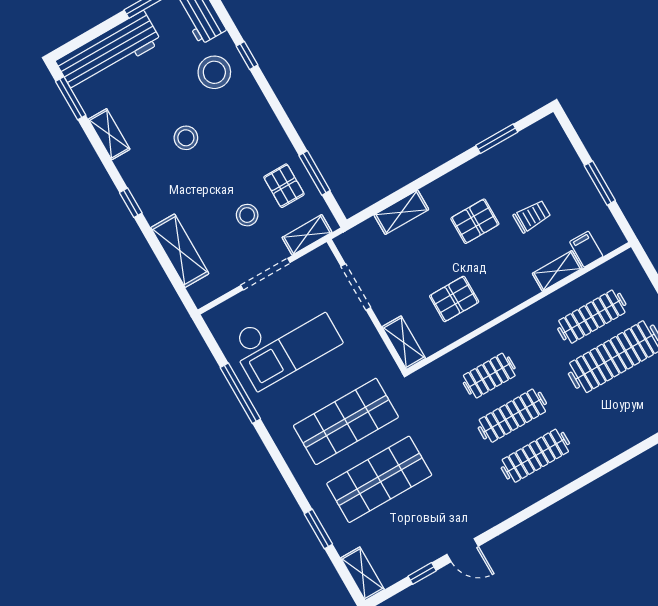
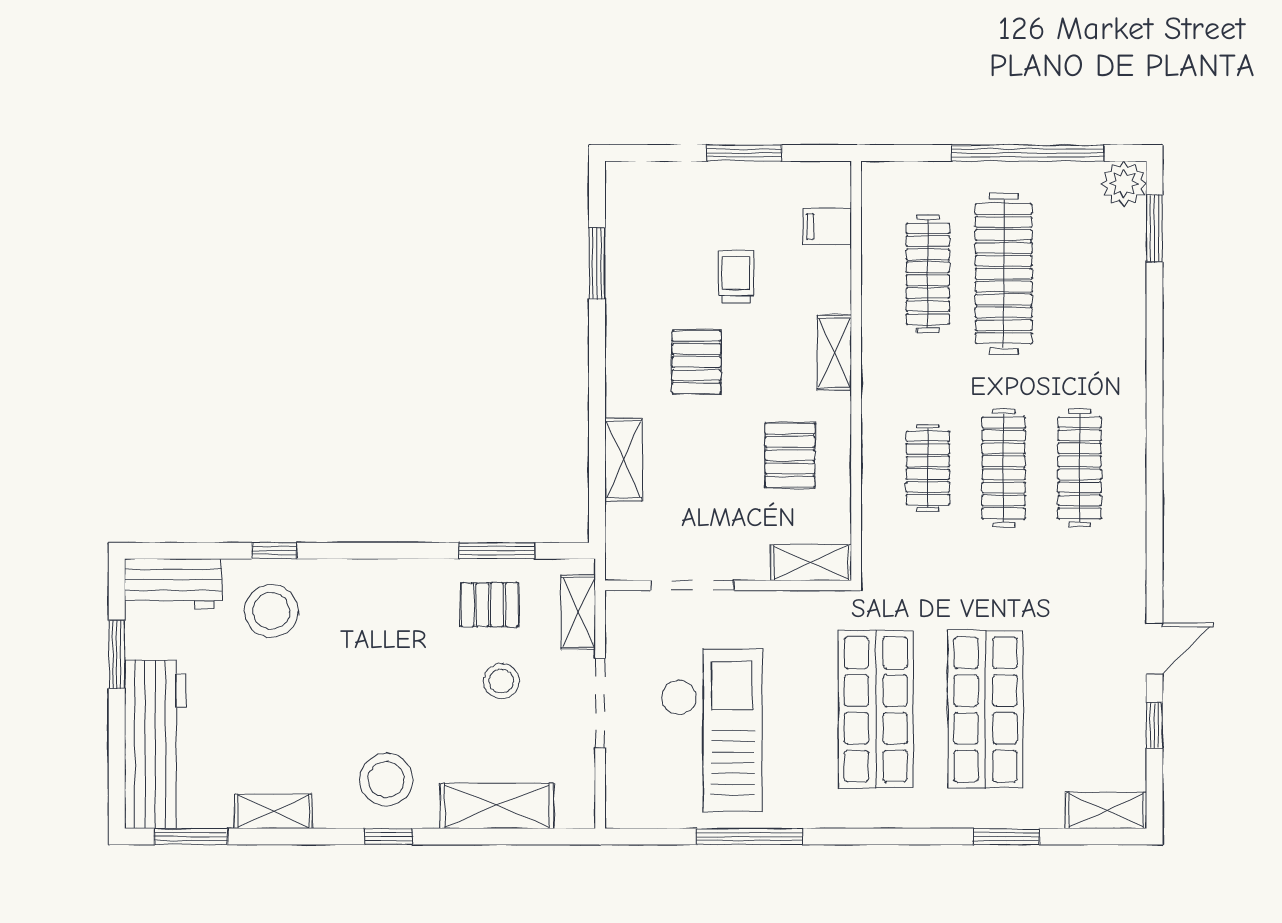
stool: (186, 138) -> (386, 779), moved, width x1.38, depth x1.38
shelving: (557, 271) -> (834, 353), moved

